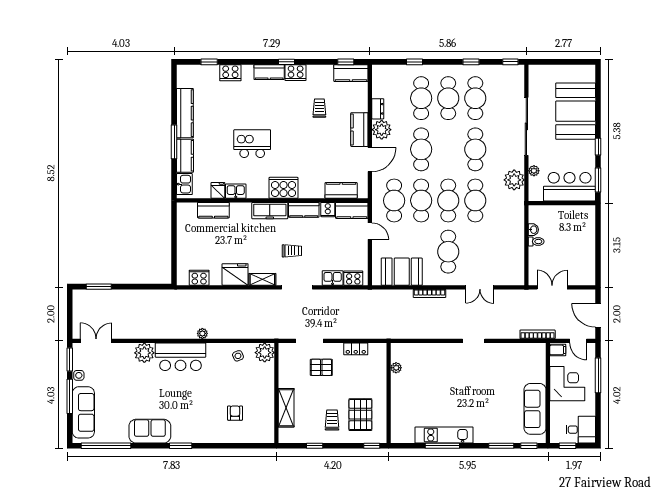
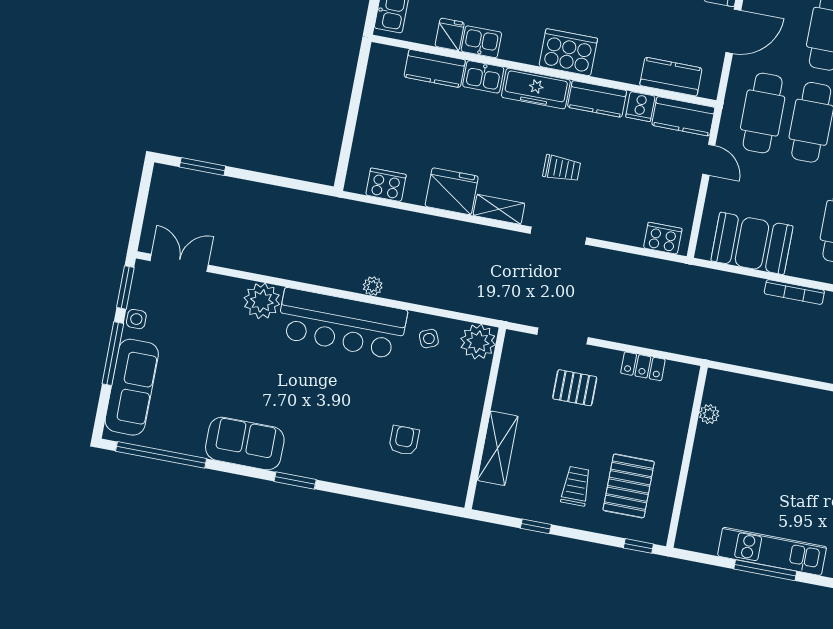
kitchen sink: (333, 278) -> (483, 77), moved, turned 180
bar counter: (181, 357) -> (342, 324), width x1.36

